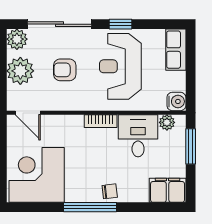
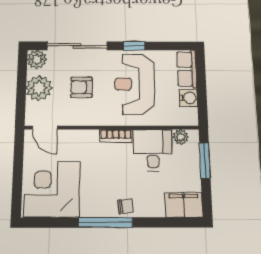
water cooler: (176, 101) -> (188, 98), moved

